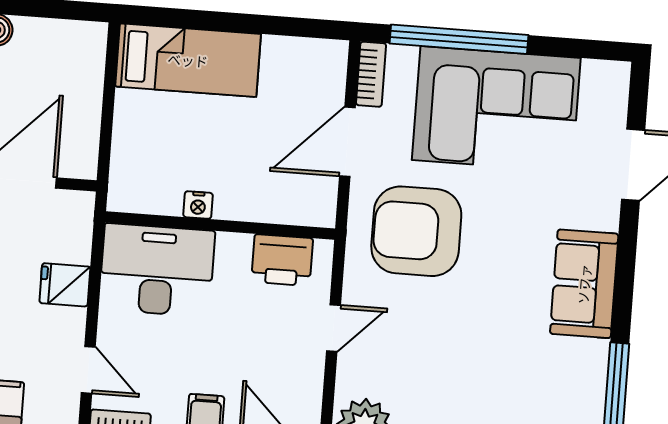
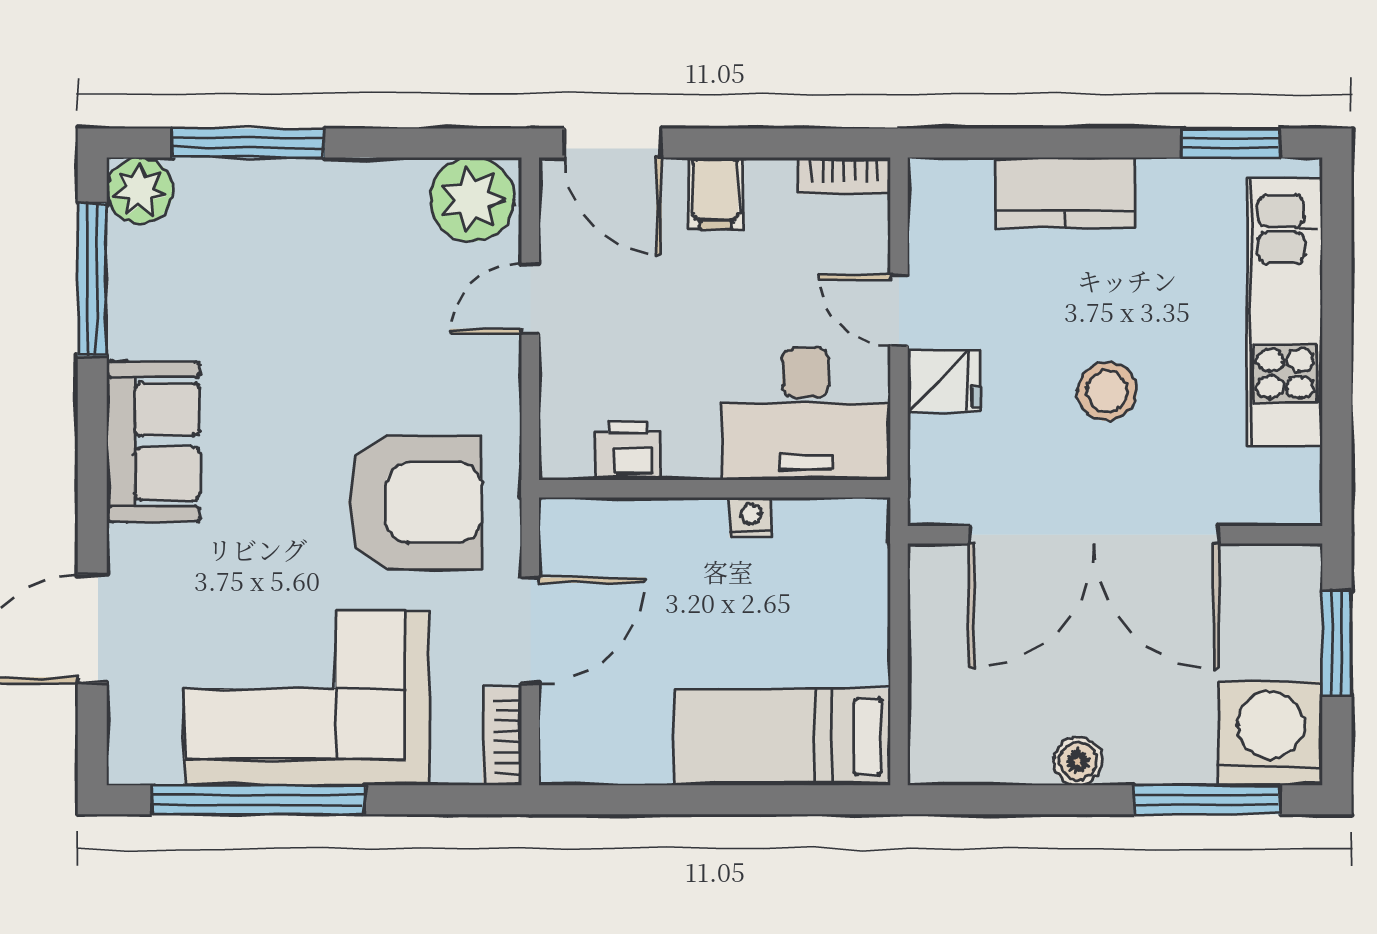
window: (459, 39) -> (258, 800), moved
printer: (282, 260) -> (628, 450), width x0.73, depth x0.81
door: (333, 328) -> (530, 298), moved
door: (88, 370) -> (899, 310), moved

